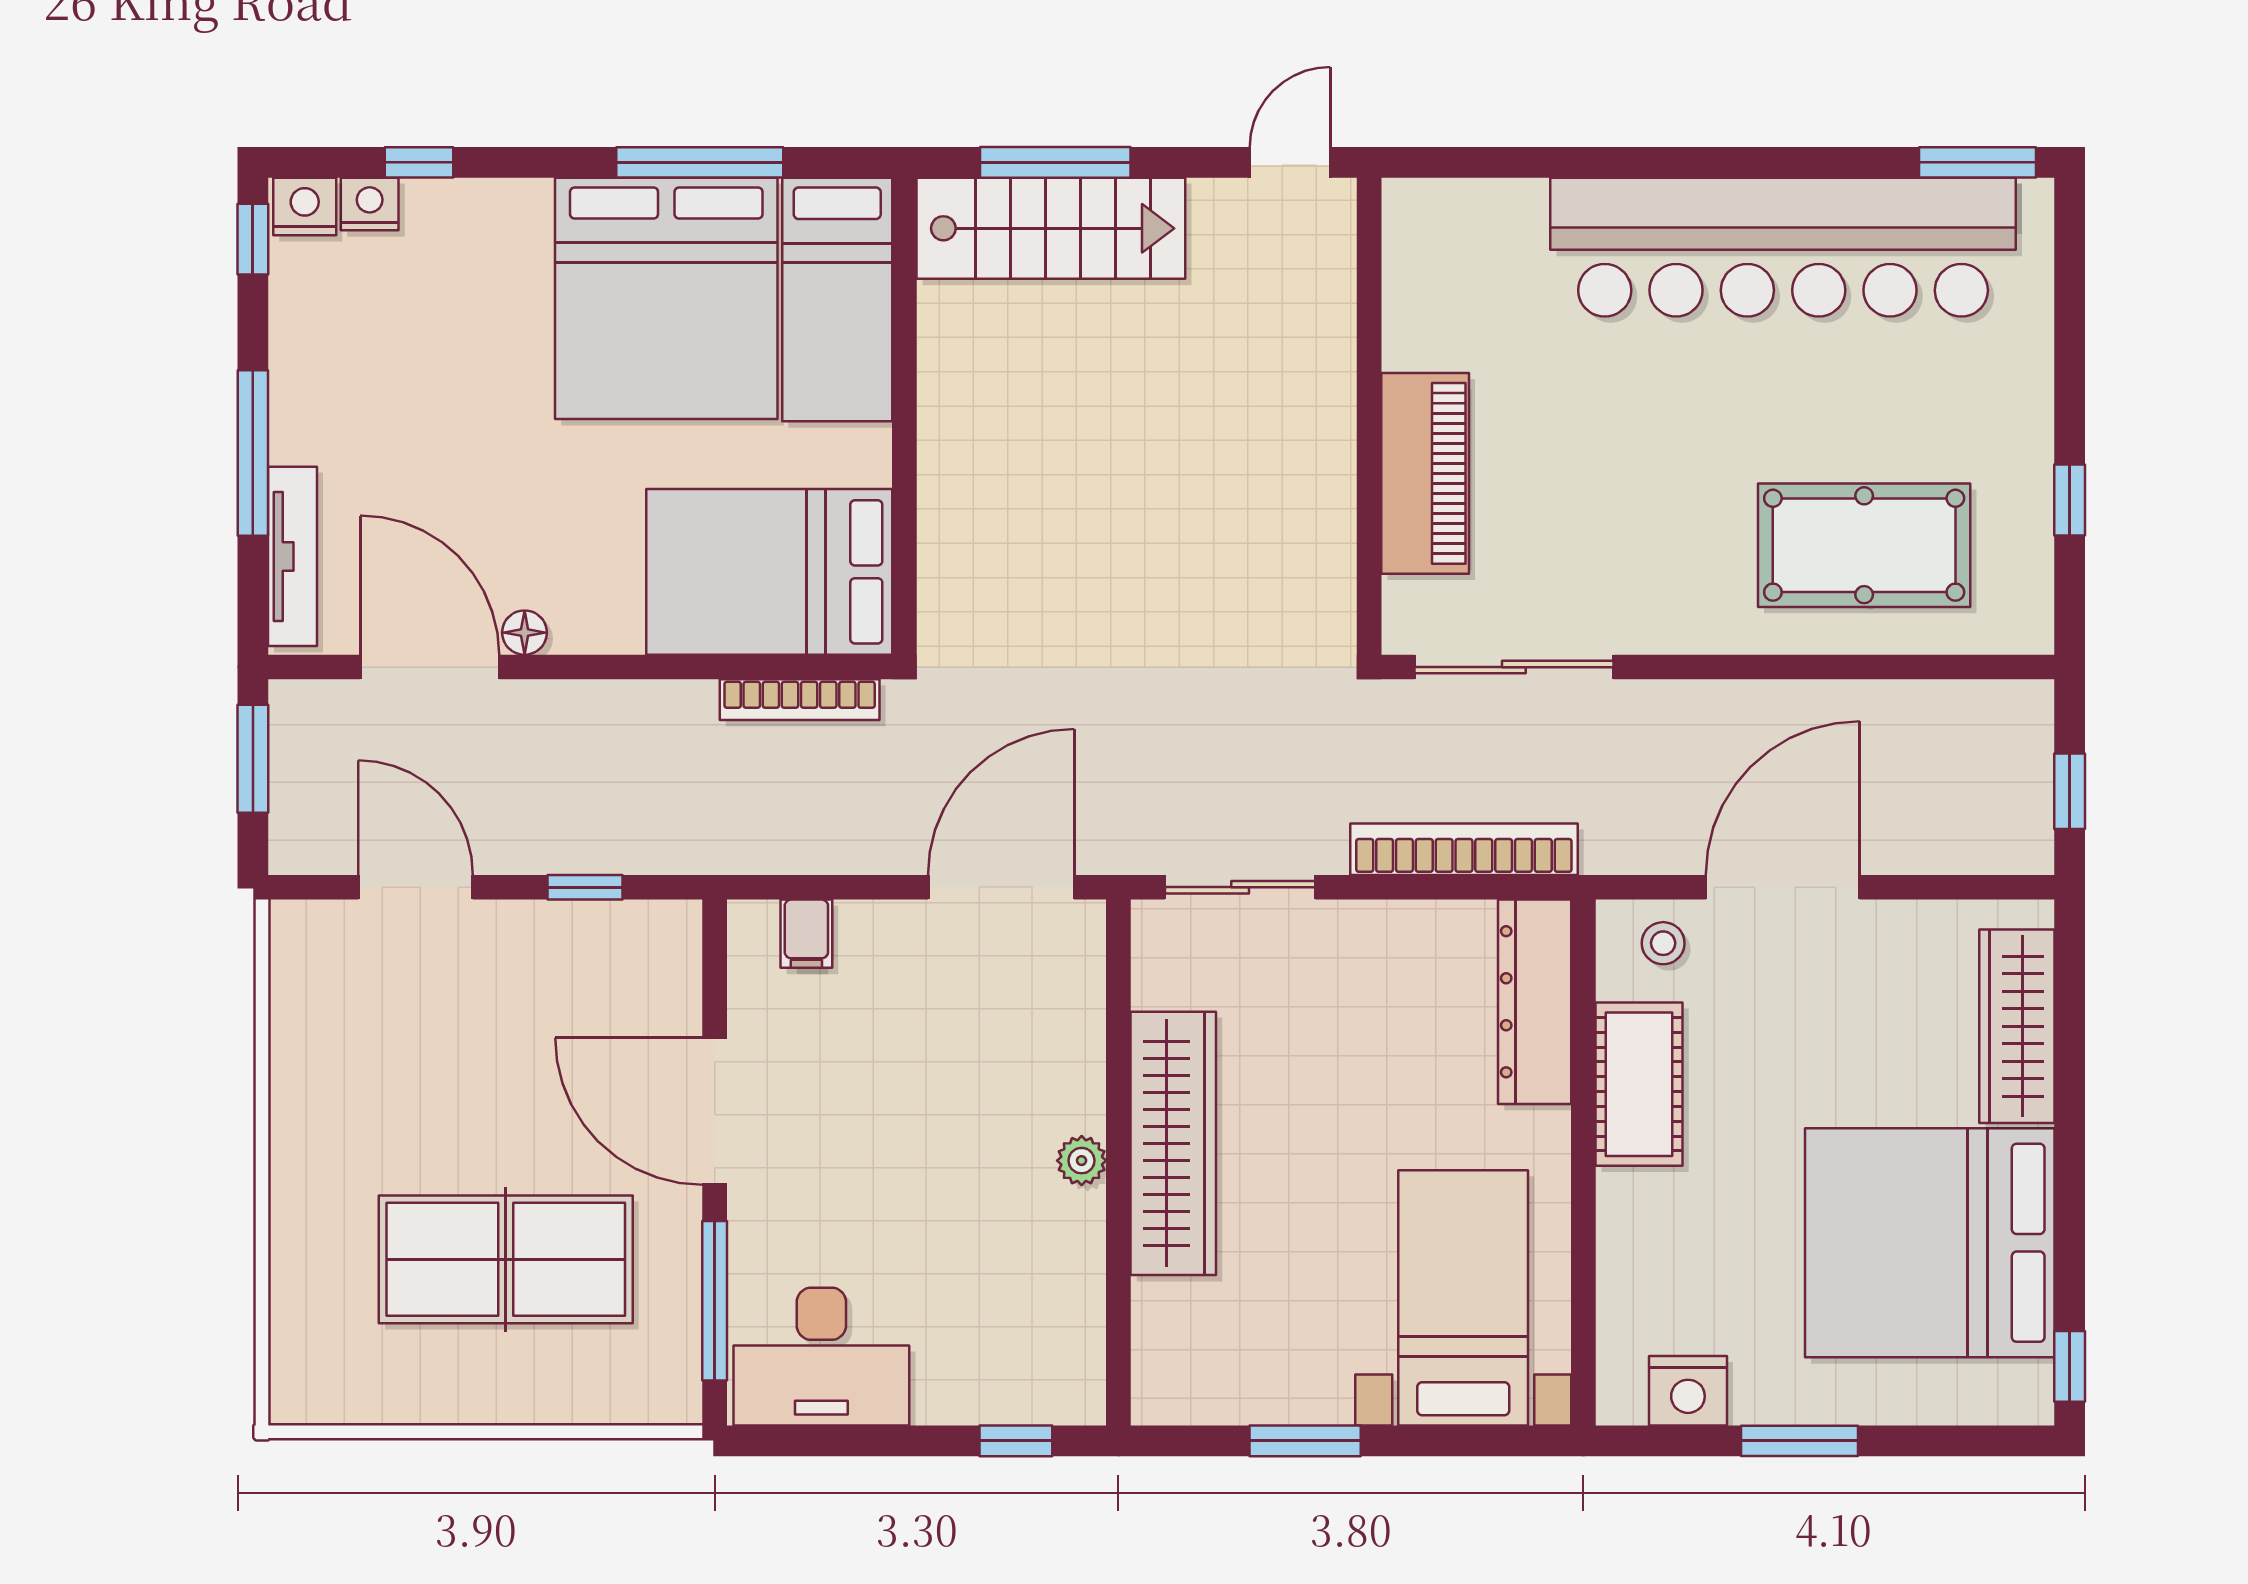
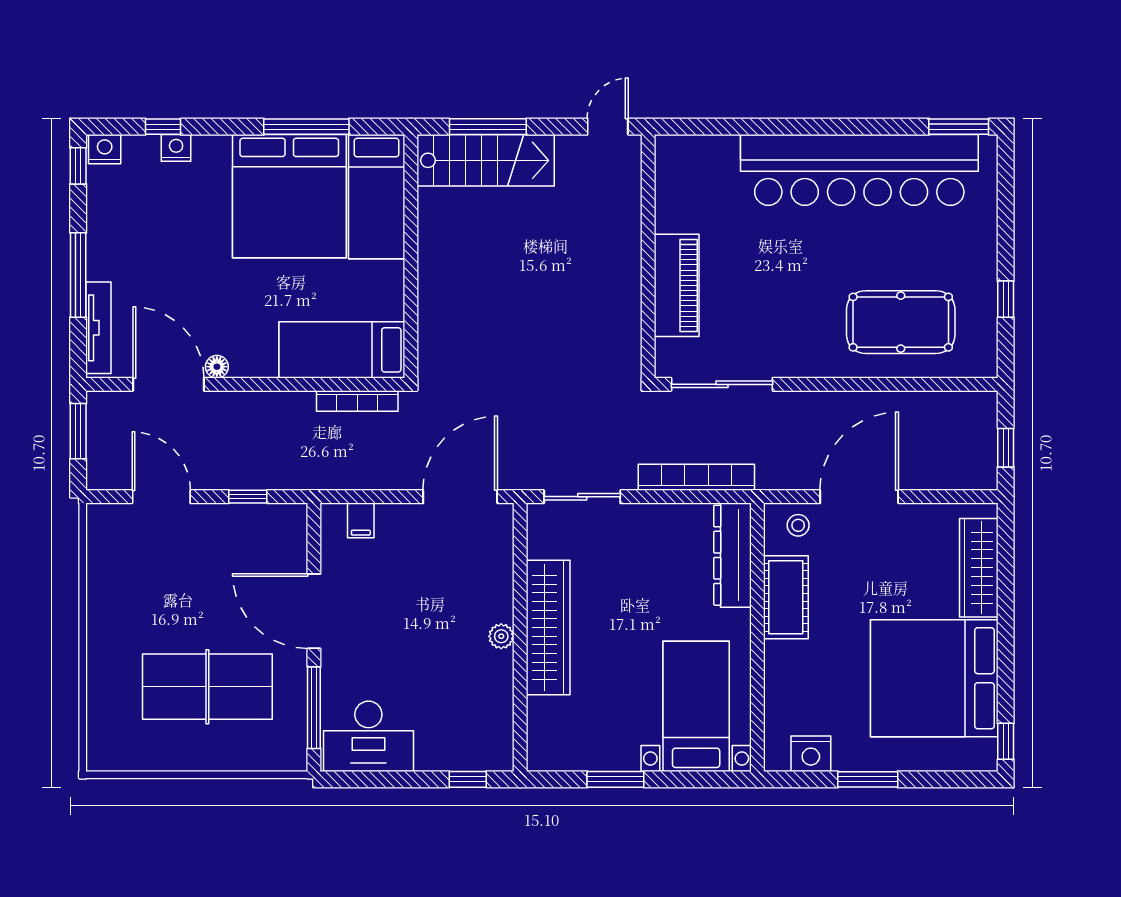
nightstand: (370, 204) -> (176, 148), moved
bed: (769, 572) -> (342, 350), width x0.67

